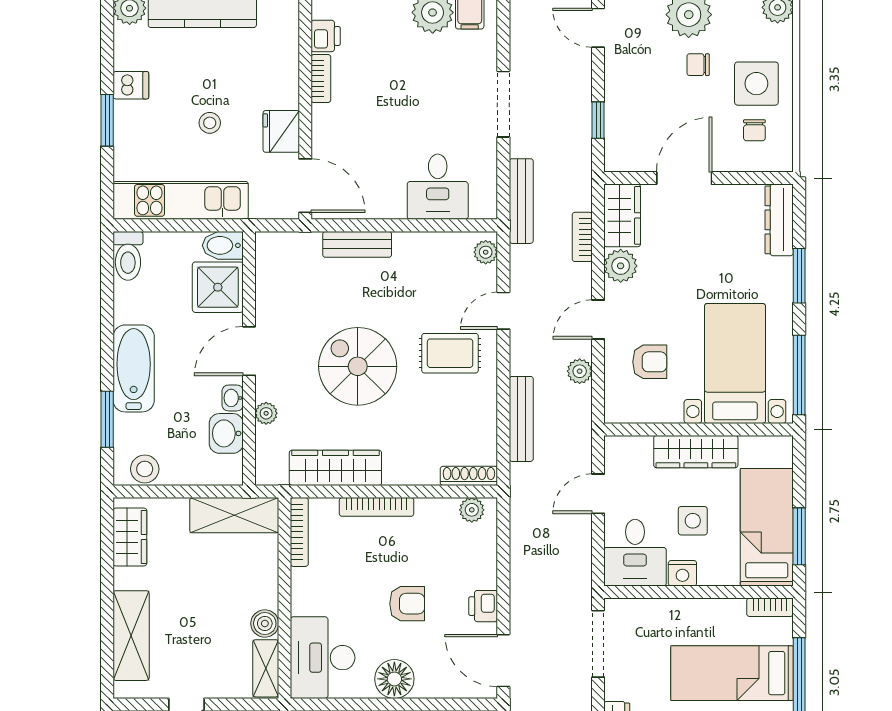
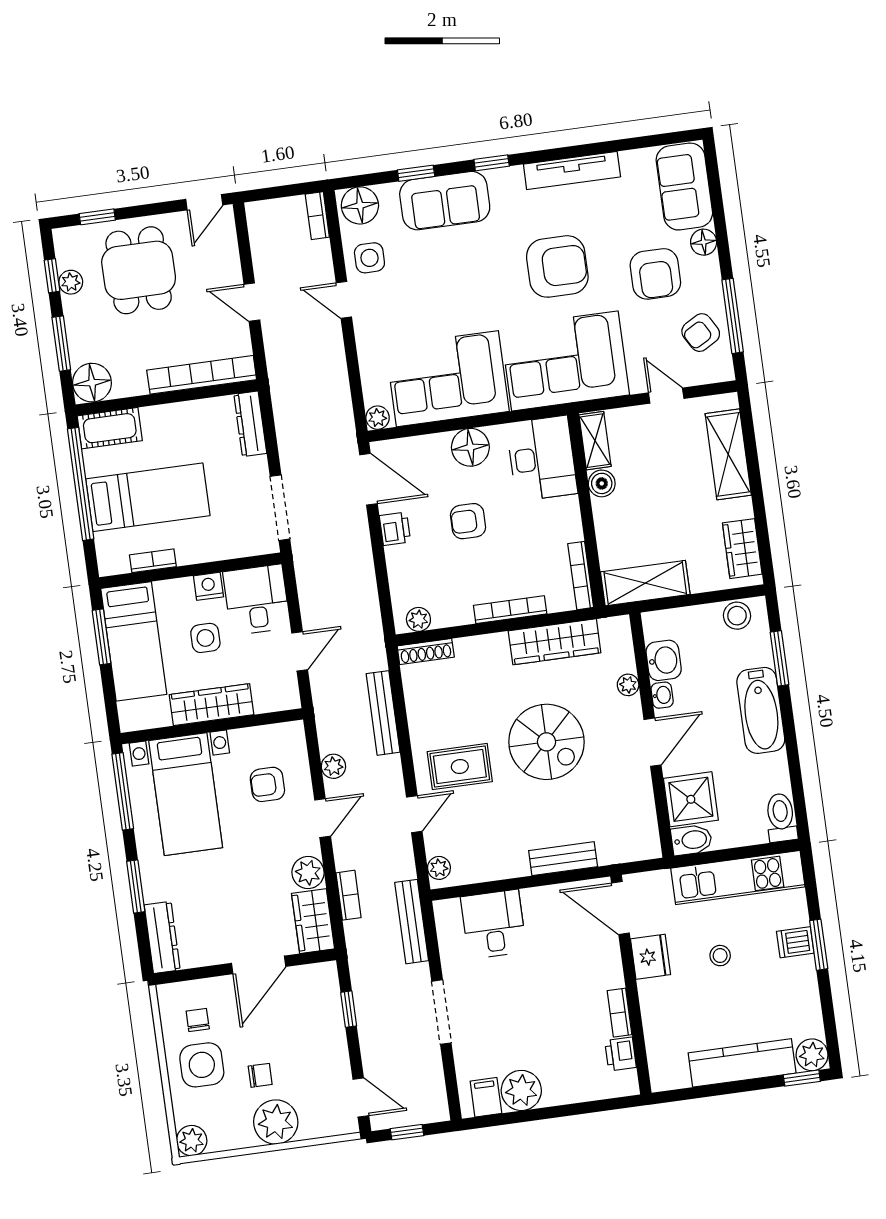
dishwasher: (131, 85) -> (795, 942), moved
bookcase: (770, 607) -> (153, 561), moved

